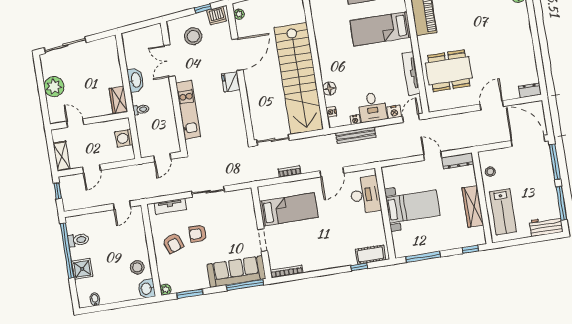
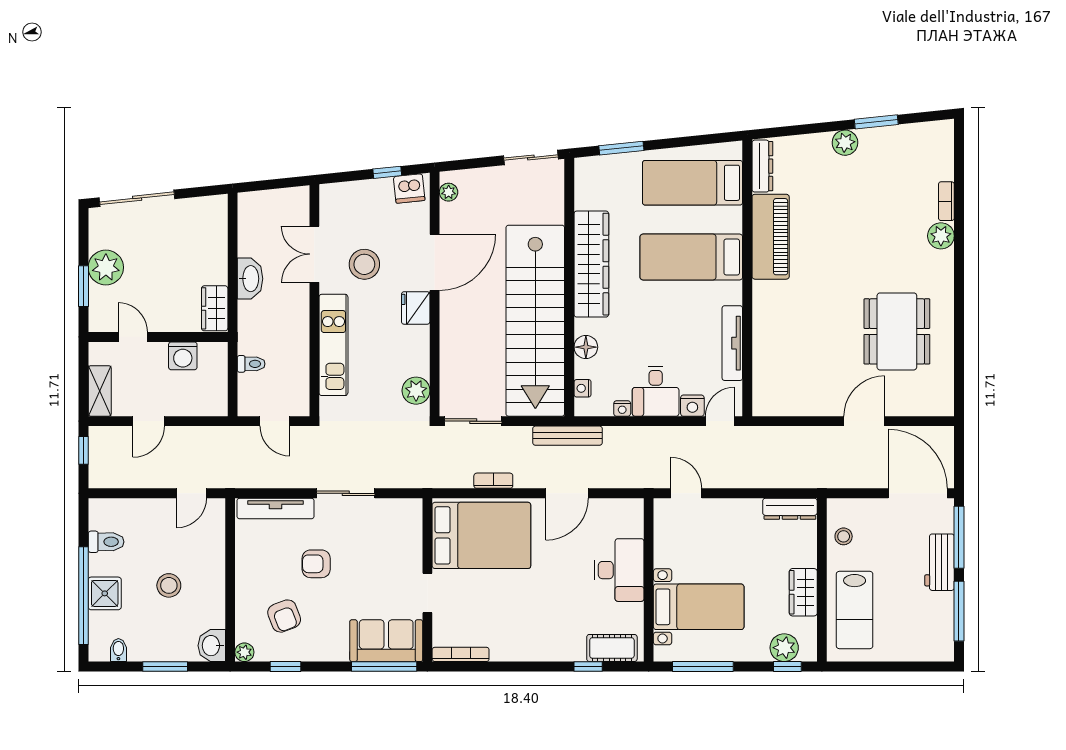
stool: (193, 36) -> (364, 264), moved
wardrobe: (325, 42) -> (591, 264), added
dining table: (449, 71) -> (897, 331), moved, turned 90
dresser: (530, 90) -> (935, 406), removed
window: (43, 99) -> (83, 286), added
toilet: (141, 110) -> (251, 364), moved
plant: (238, 128) -> (416, 391), added
bench: (356, 135) -> (567, 436), moved
washing machine: (124, 138) -> (183, 356), moved, turned -90
door: (433, 156) -> (686, 493), moved
door: (162, 158) -> (275, 421), hinge flipped
desk: (365, 195) -> (619, 570), moved
tv unit: (170, 206) -> (275, 509), width x1.41
wardrobe: (473, 206) -> (803, 592), width x0.67
bed with nightstands: (413, 207) -> (699, 607), moved
bed: (289, 209) -> (481, 535), width x1.50
workbench: (546, 226) -> (940, 562), moved, turned -90
plant: (467, 239) -> (784, 648), added
armchair: (173, 243) -> (284, 616), moved
window: (67, 251) -> (83, 596), moved
stool: (137, 267) -> (169, 585), moved
sofa: (236, 272) -> (386, 641), width x0.73
window: (190, 294) -> (285, 666), width x0.67
window: (122, 304) -> (165, 666), added

